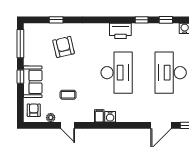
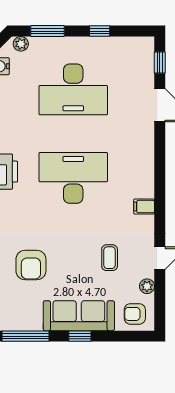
armchair: (64, 47) -> (31, 265), turned -77
sofa: (33, 82) -> (79, 316), width x1.36
water cooler: (110, 117) -> (146, 189), removed

